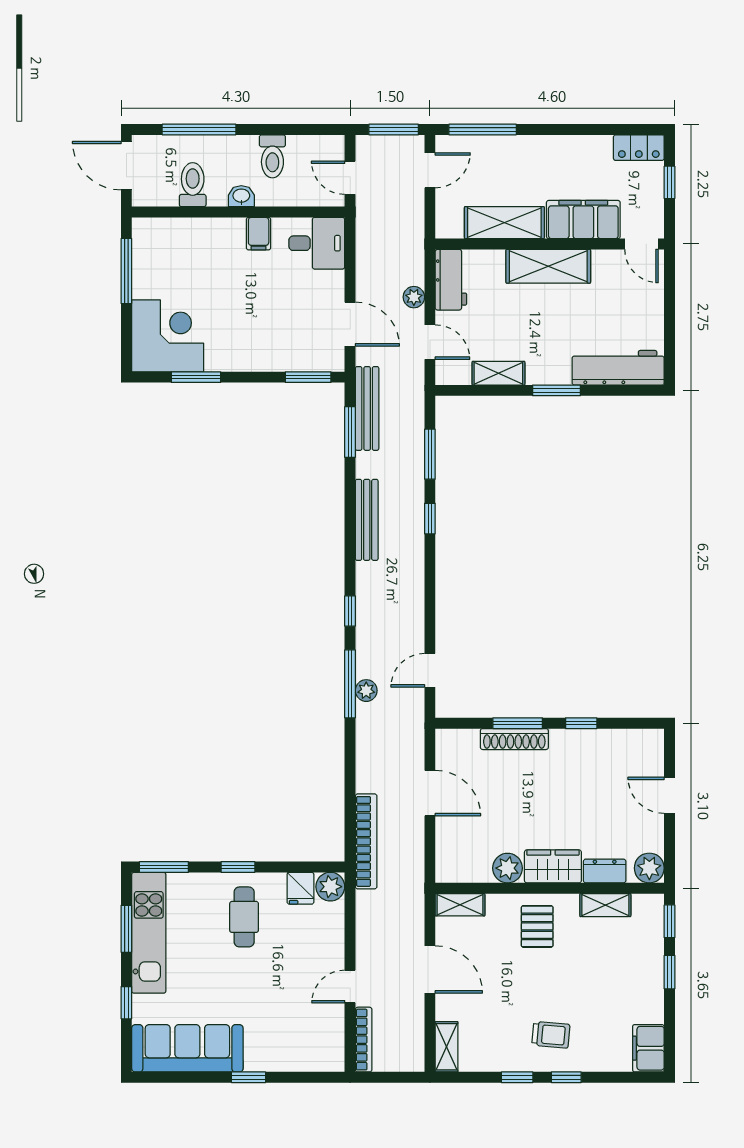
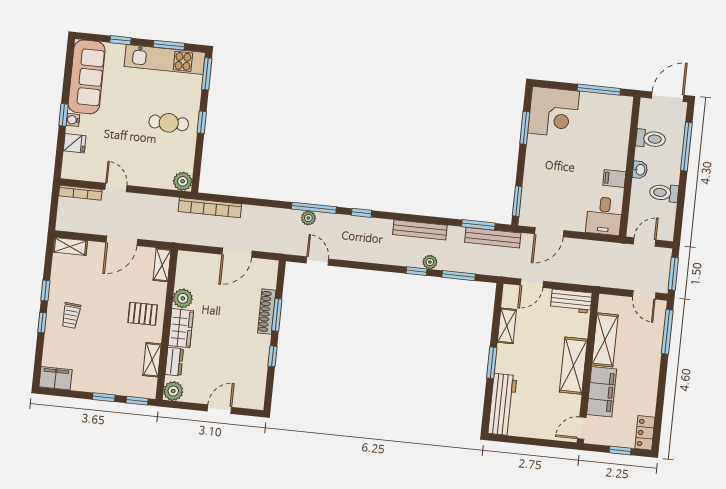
plant: (414, 297) -> (430, 262), moved
fridge: (300, 888) -> (75, 143), moved, turned 180
water cooler: (255, 1062) -> (73, 120), added

